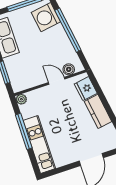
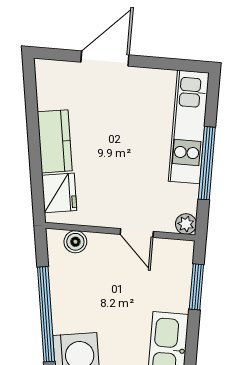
door: (57, 81) -> (137, 233), moved

